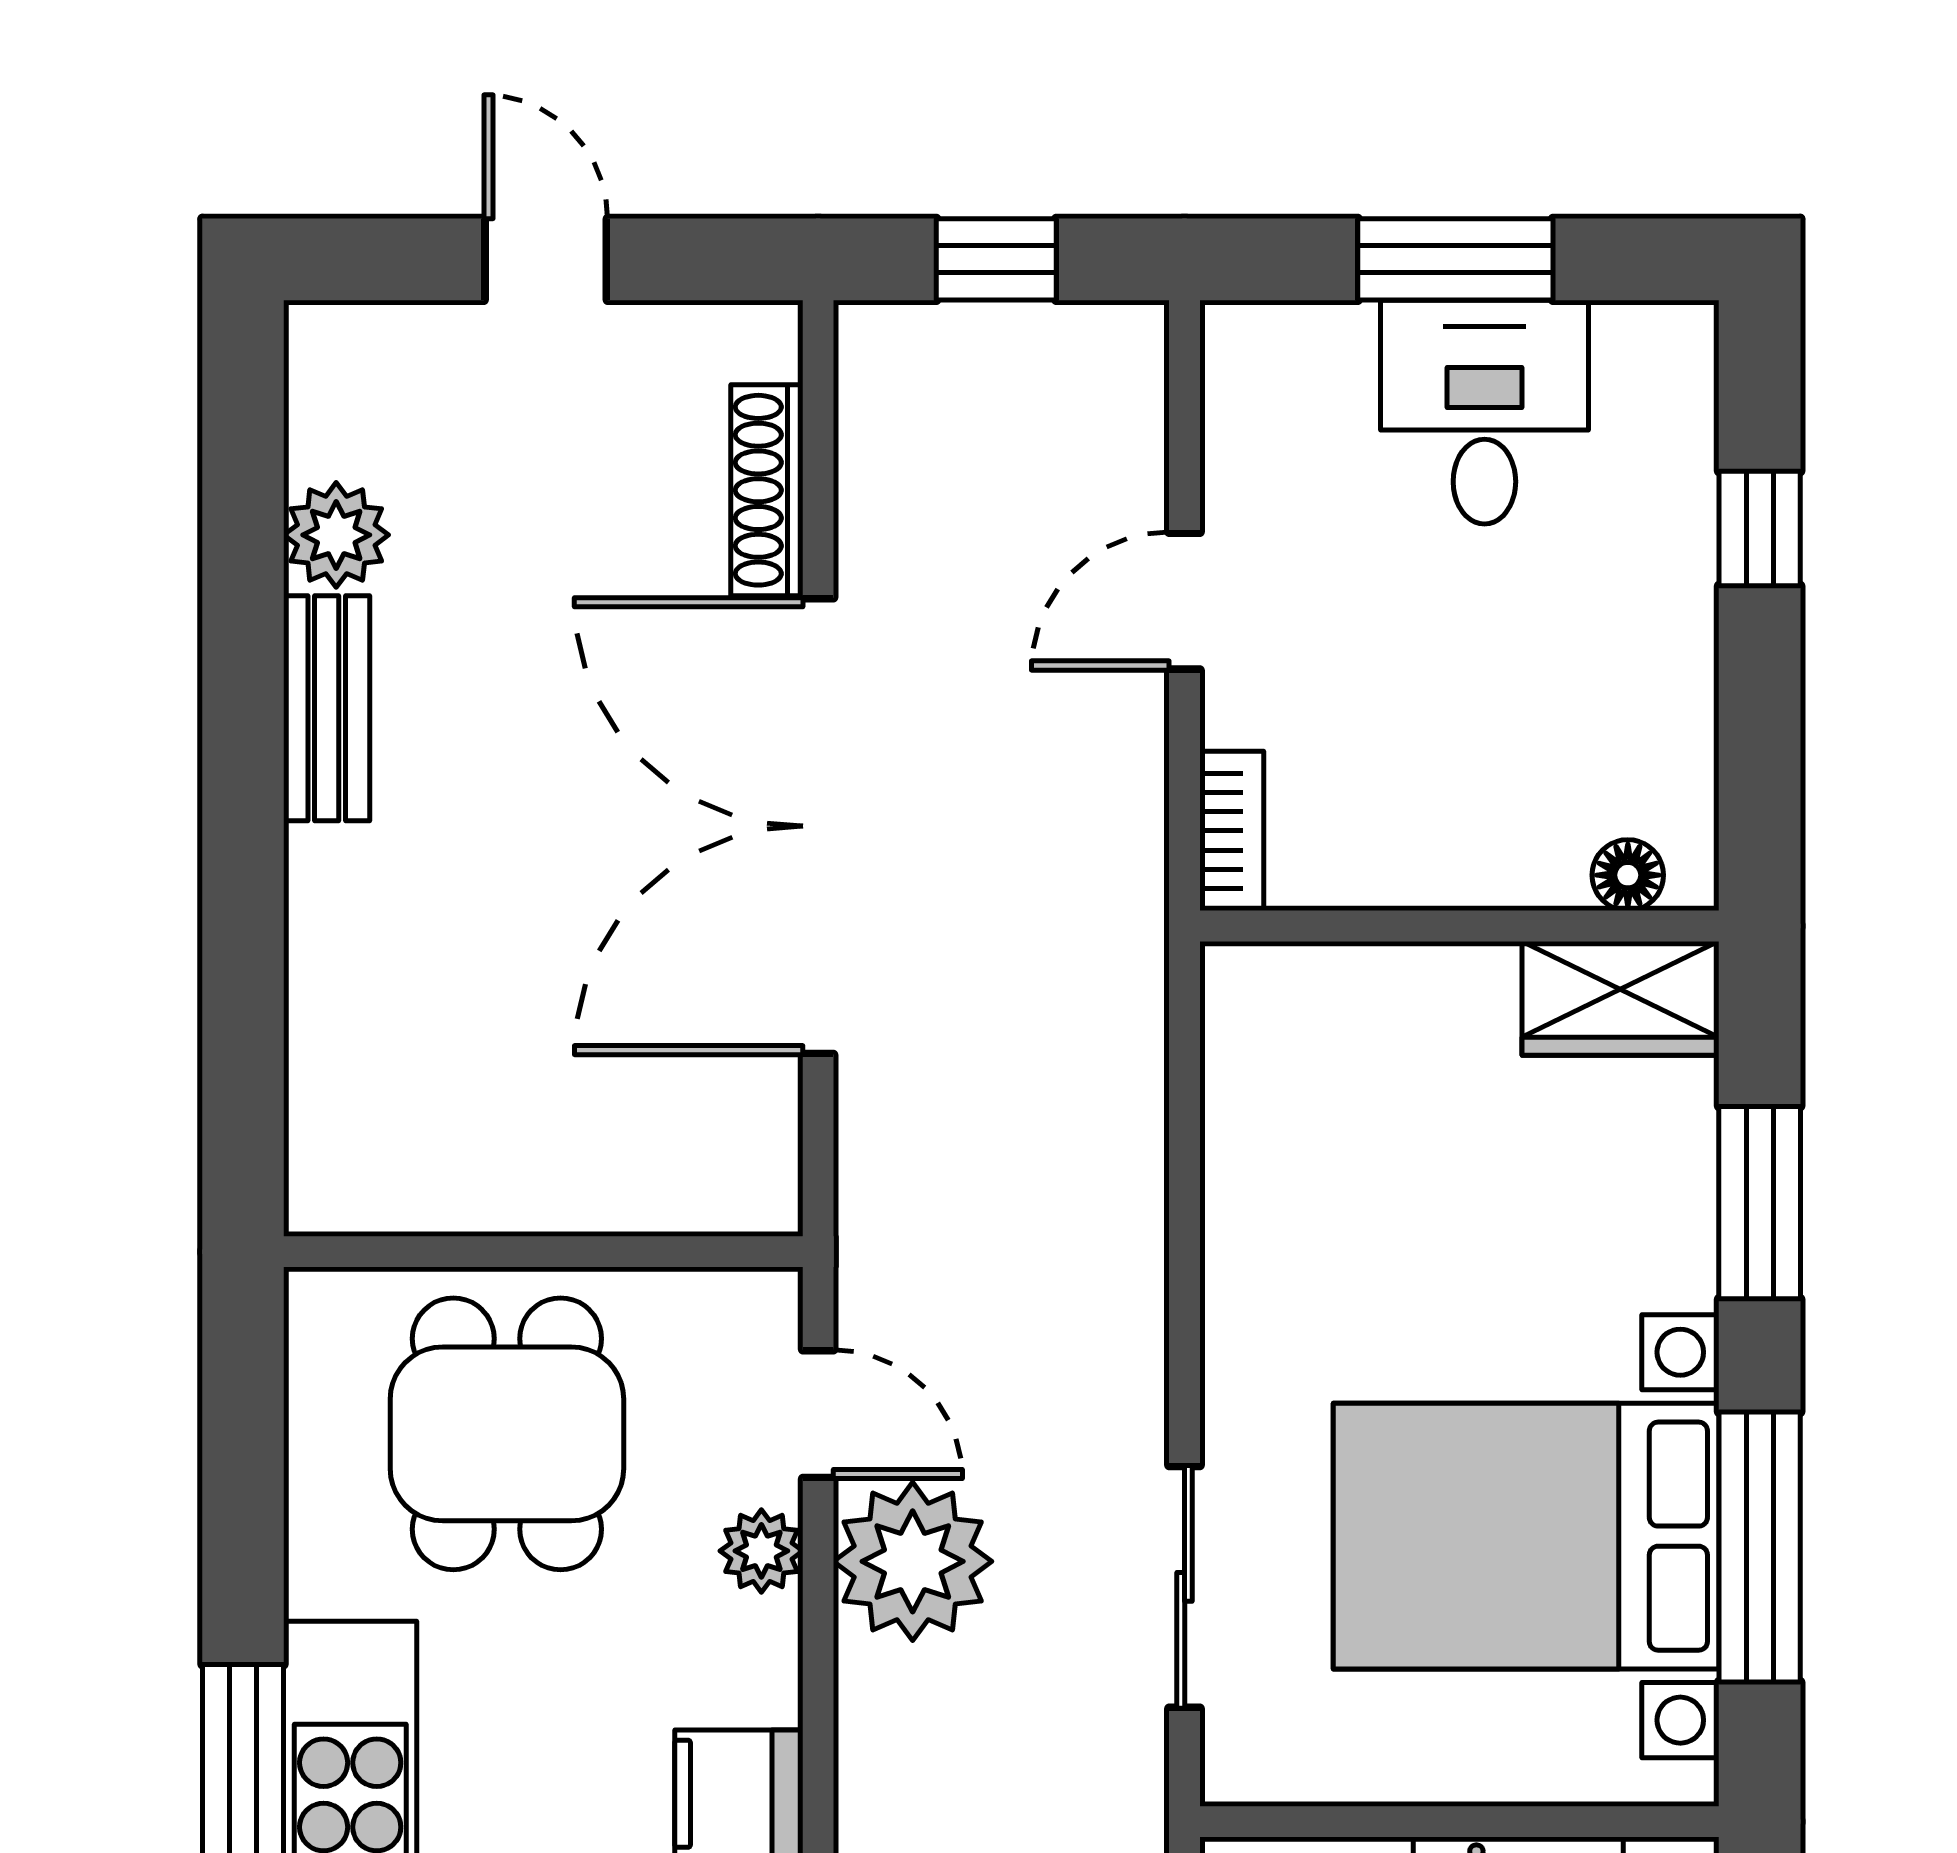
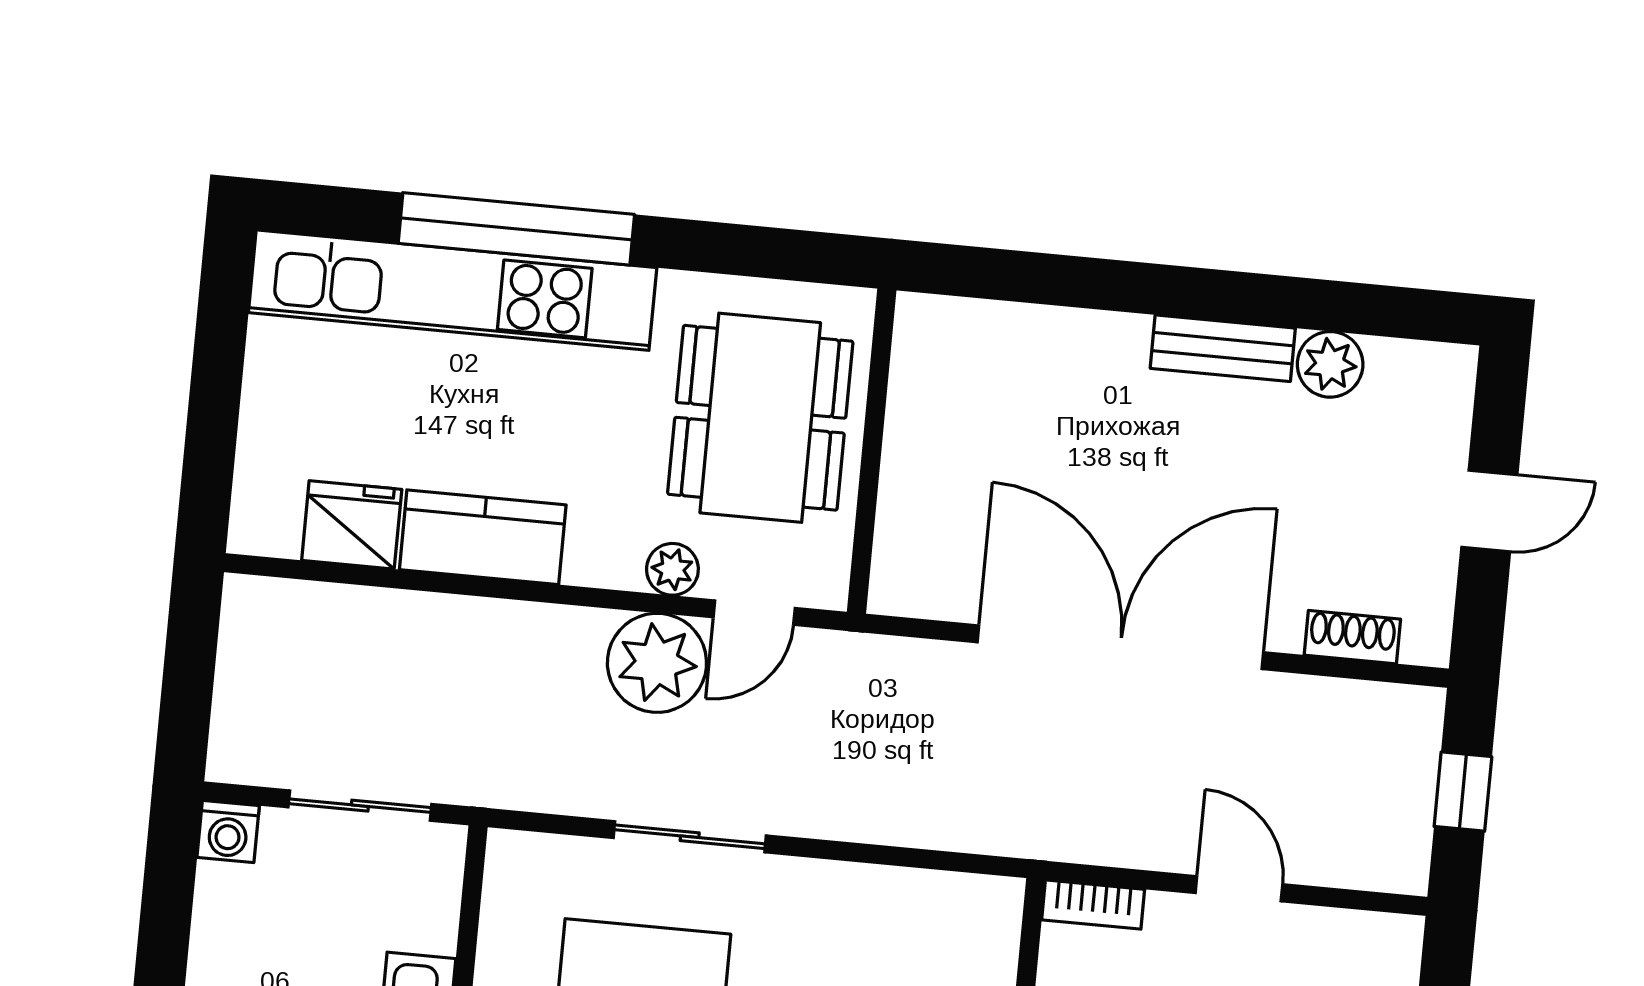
shoe rack: (767, 490) -> (1352, 637), width x0.70
dining table: (507, 1434) -> (760, 418), width x1.38
sliding door: (1185, 1587) -> (690, 837), moved

